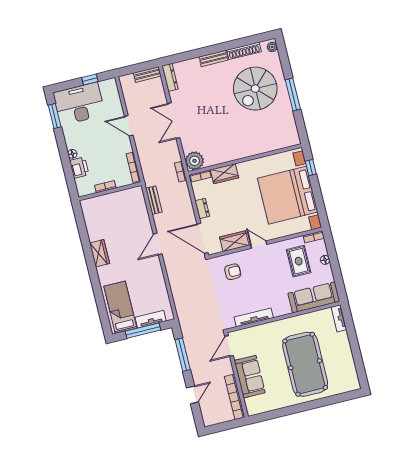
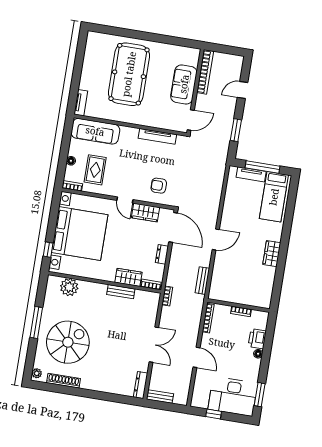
bench: (214, 58) -> (121, 292), moved
plant: (195, 161) -> (69, 287), moved
window: (183, 355) -> (236, 130), width x0.69

